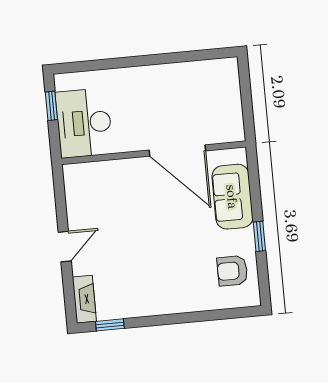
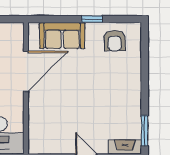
window: (110, 325) -> (145, 131), width x1.50

